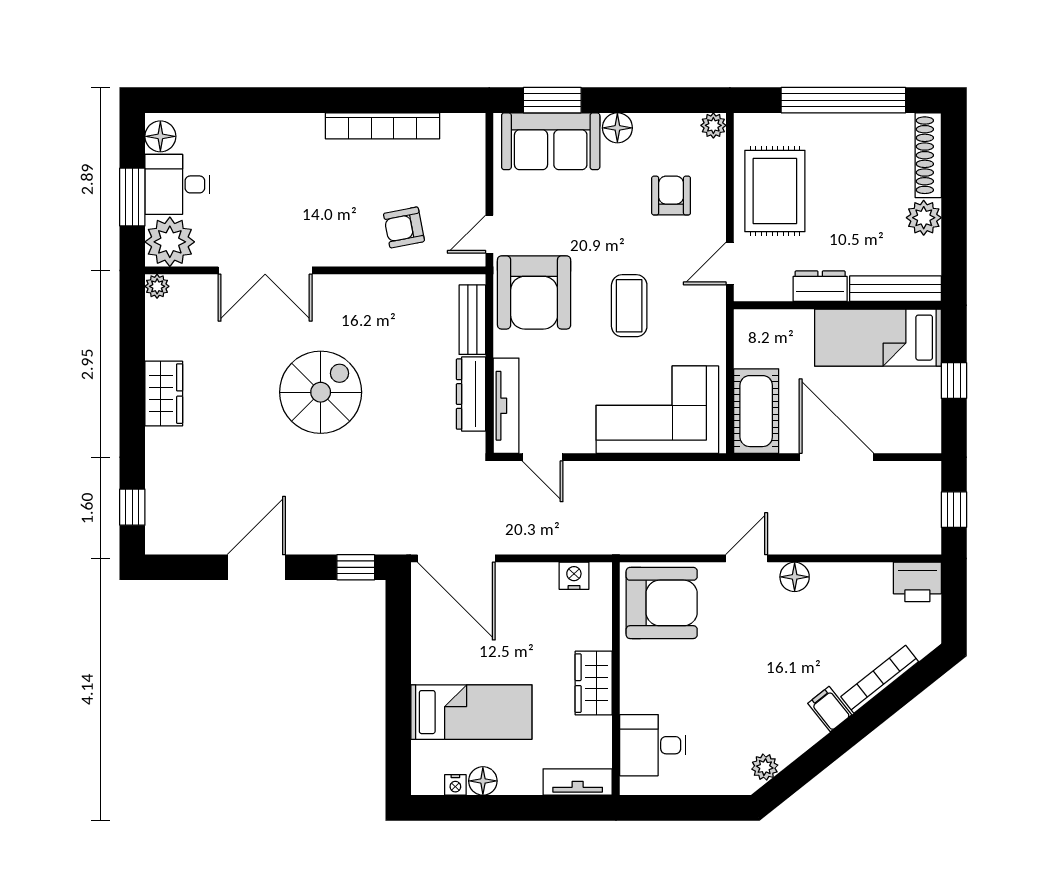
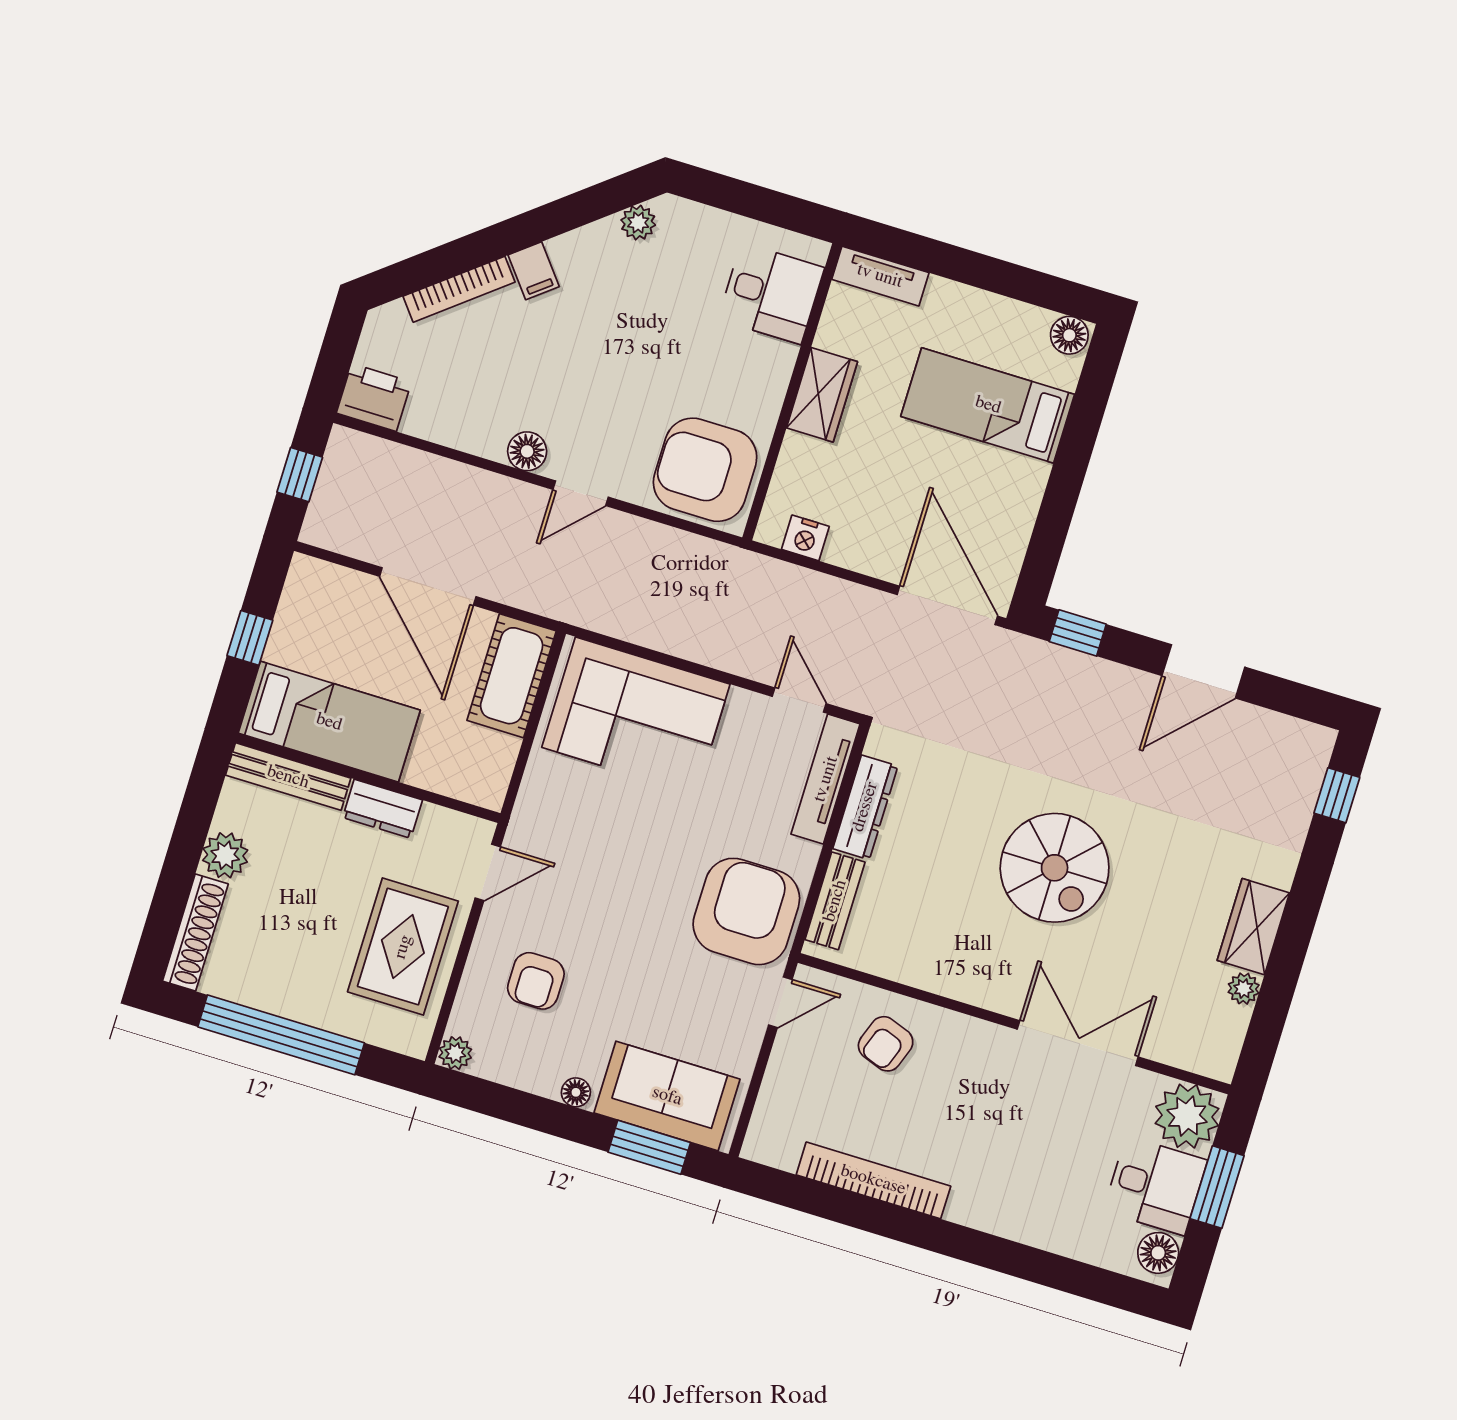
floor lamp: (617, 128) -> (576, 1092), width x0.73, depth x0.73
armchair: (404, 227) -> (886, 1044), turned 121
plant: (157, 286) -> (1244, 989), moved
coffee table: (629, 306) -> (631, 858), removed
spiral stairs: (321, 392) -> (1055, 868), turned -90
floor lamp: (483, 781) -> (1069, 335), moved
nightstand: (455, 785) -> (1036, 320), removed

